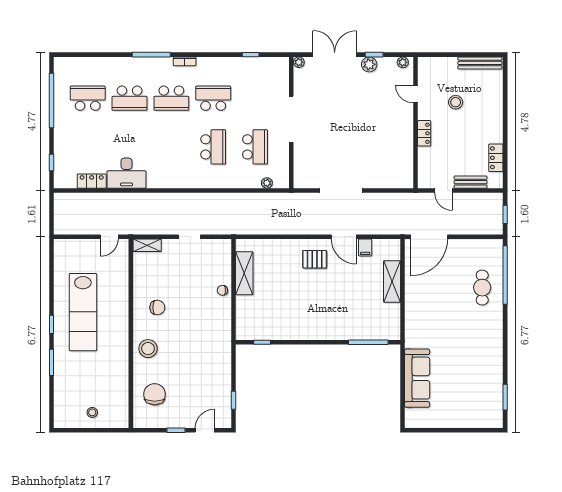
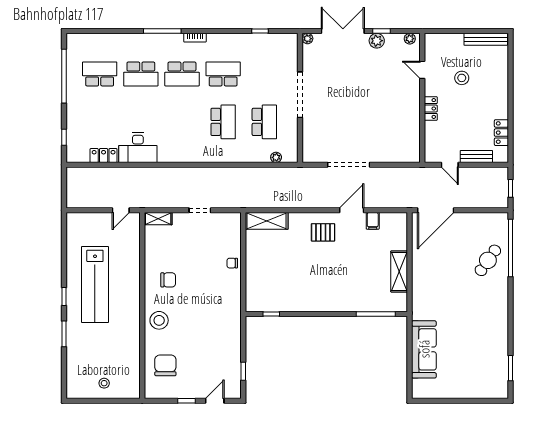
door: (344, 237) -> (352, 210), swing flipped
shelving: (244, 273) -> (267, 221), moved, turned 90
shelving: (392, 281) -> (399, 271), moved
cafe table: (482, 288) -> (488, 260), turned 35

